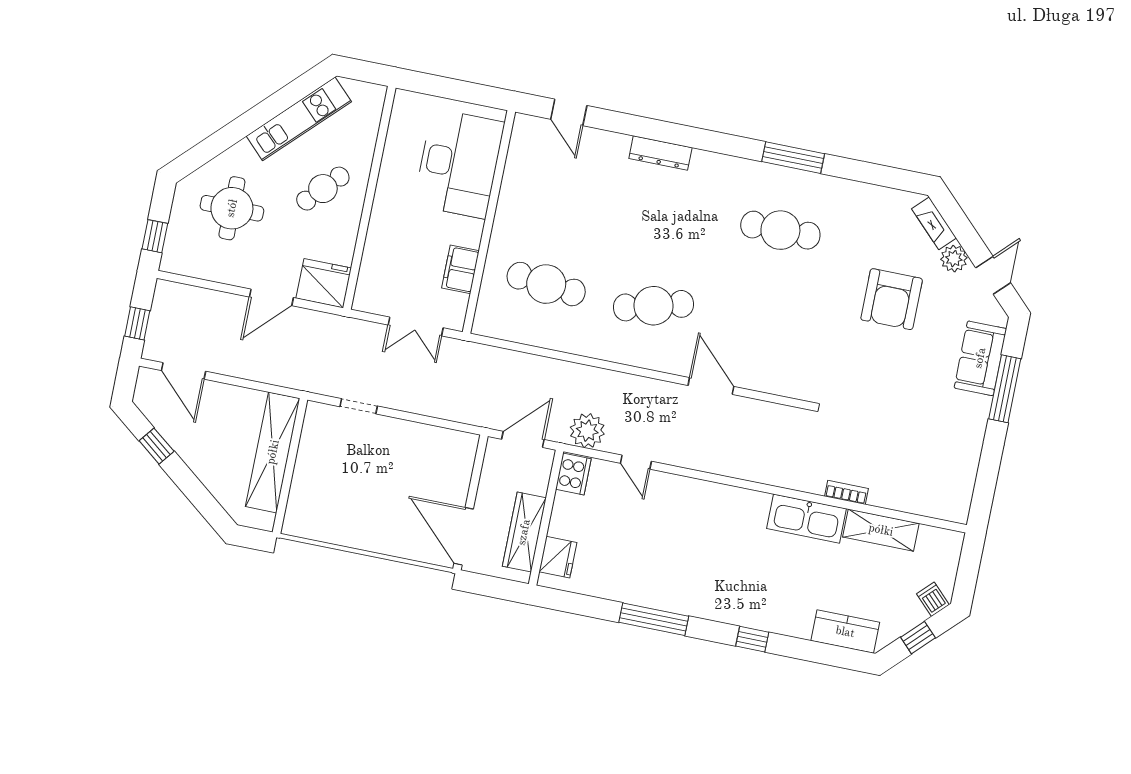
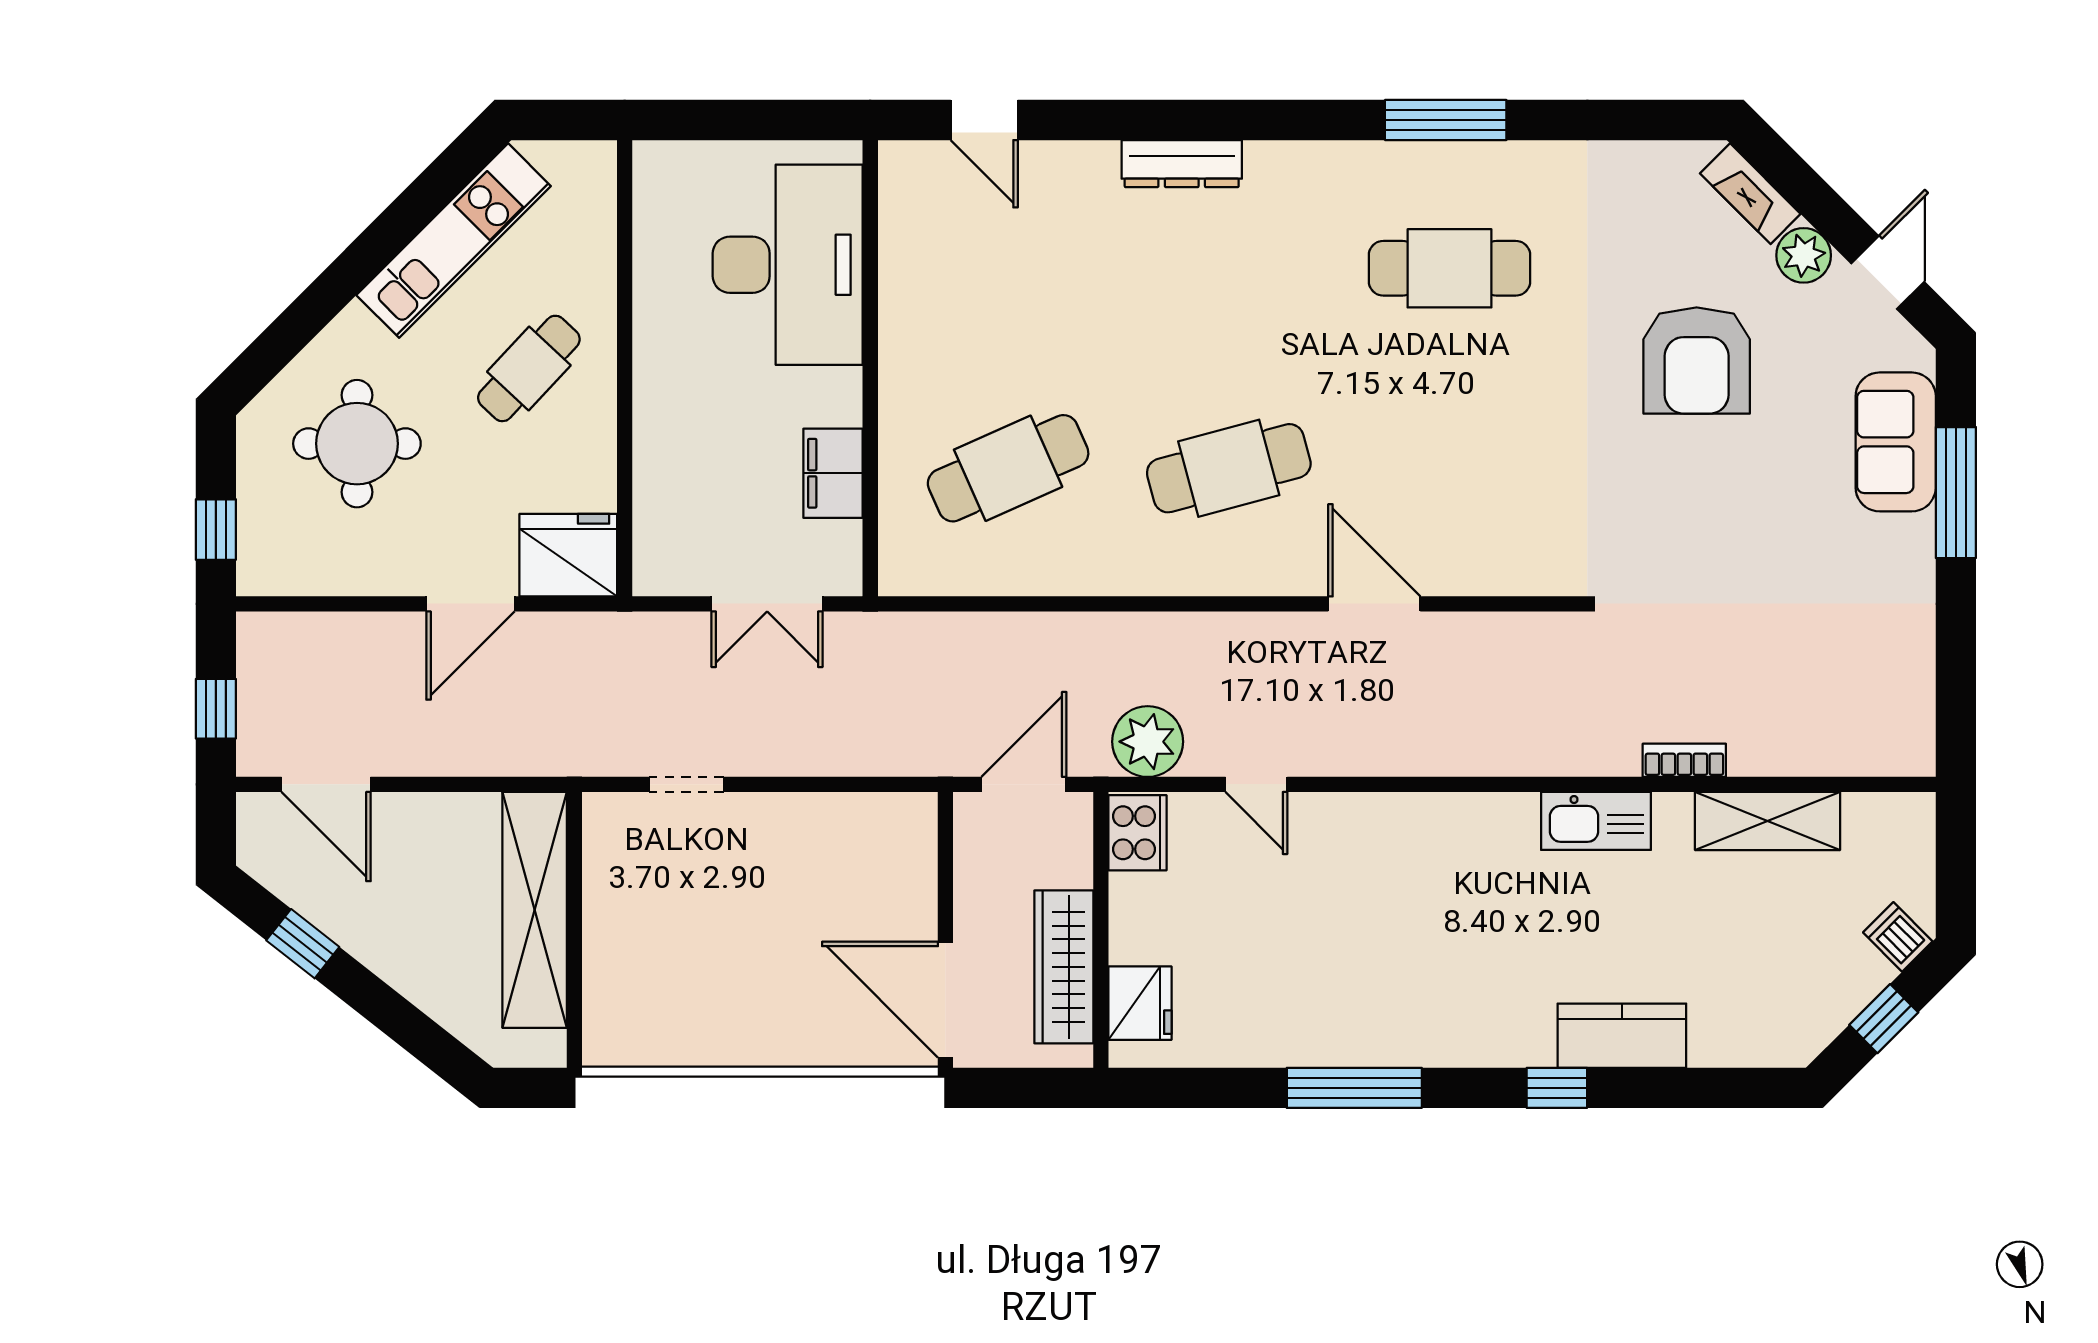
cafe table: (546, 284) -> (1008, 468), turned -30
kitchen sink: (807, 519) -> (1596, 821), width x0.73, depth x0.81
kitchen counter: (845, 632) -> (1622, 1036), moved

